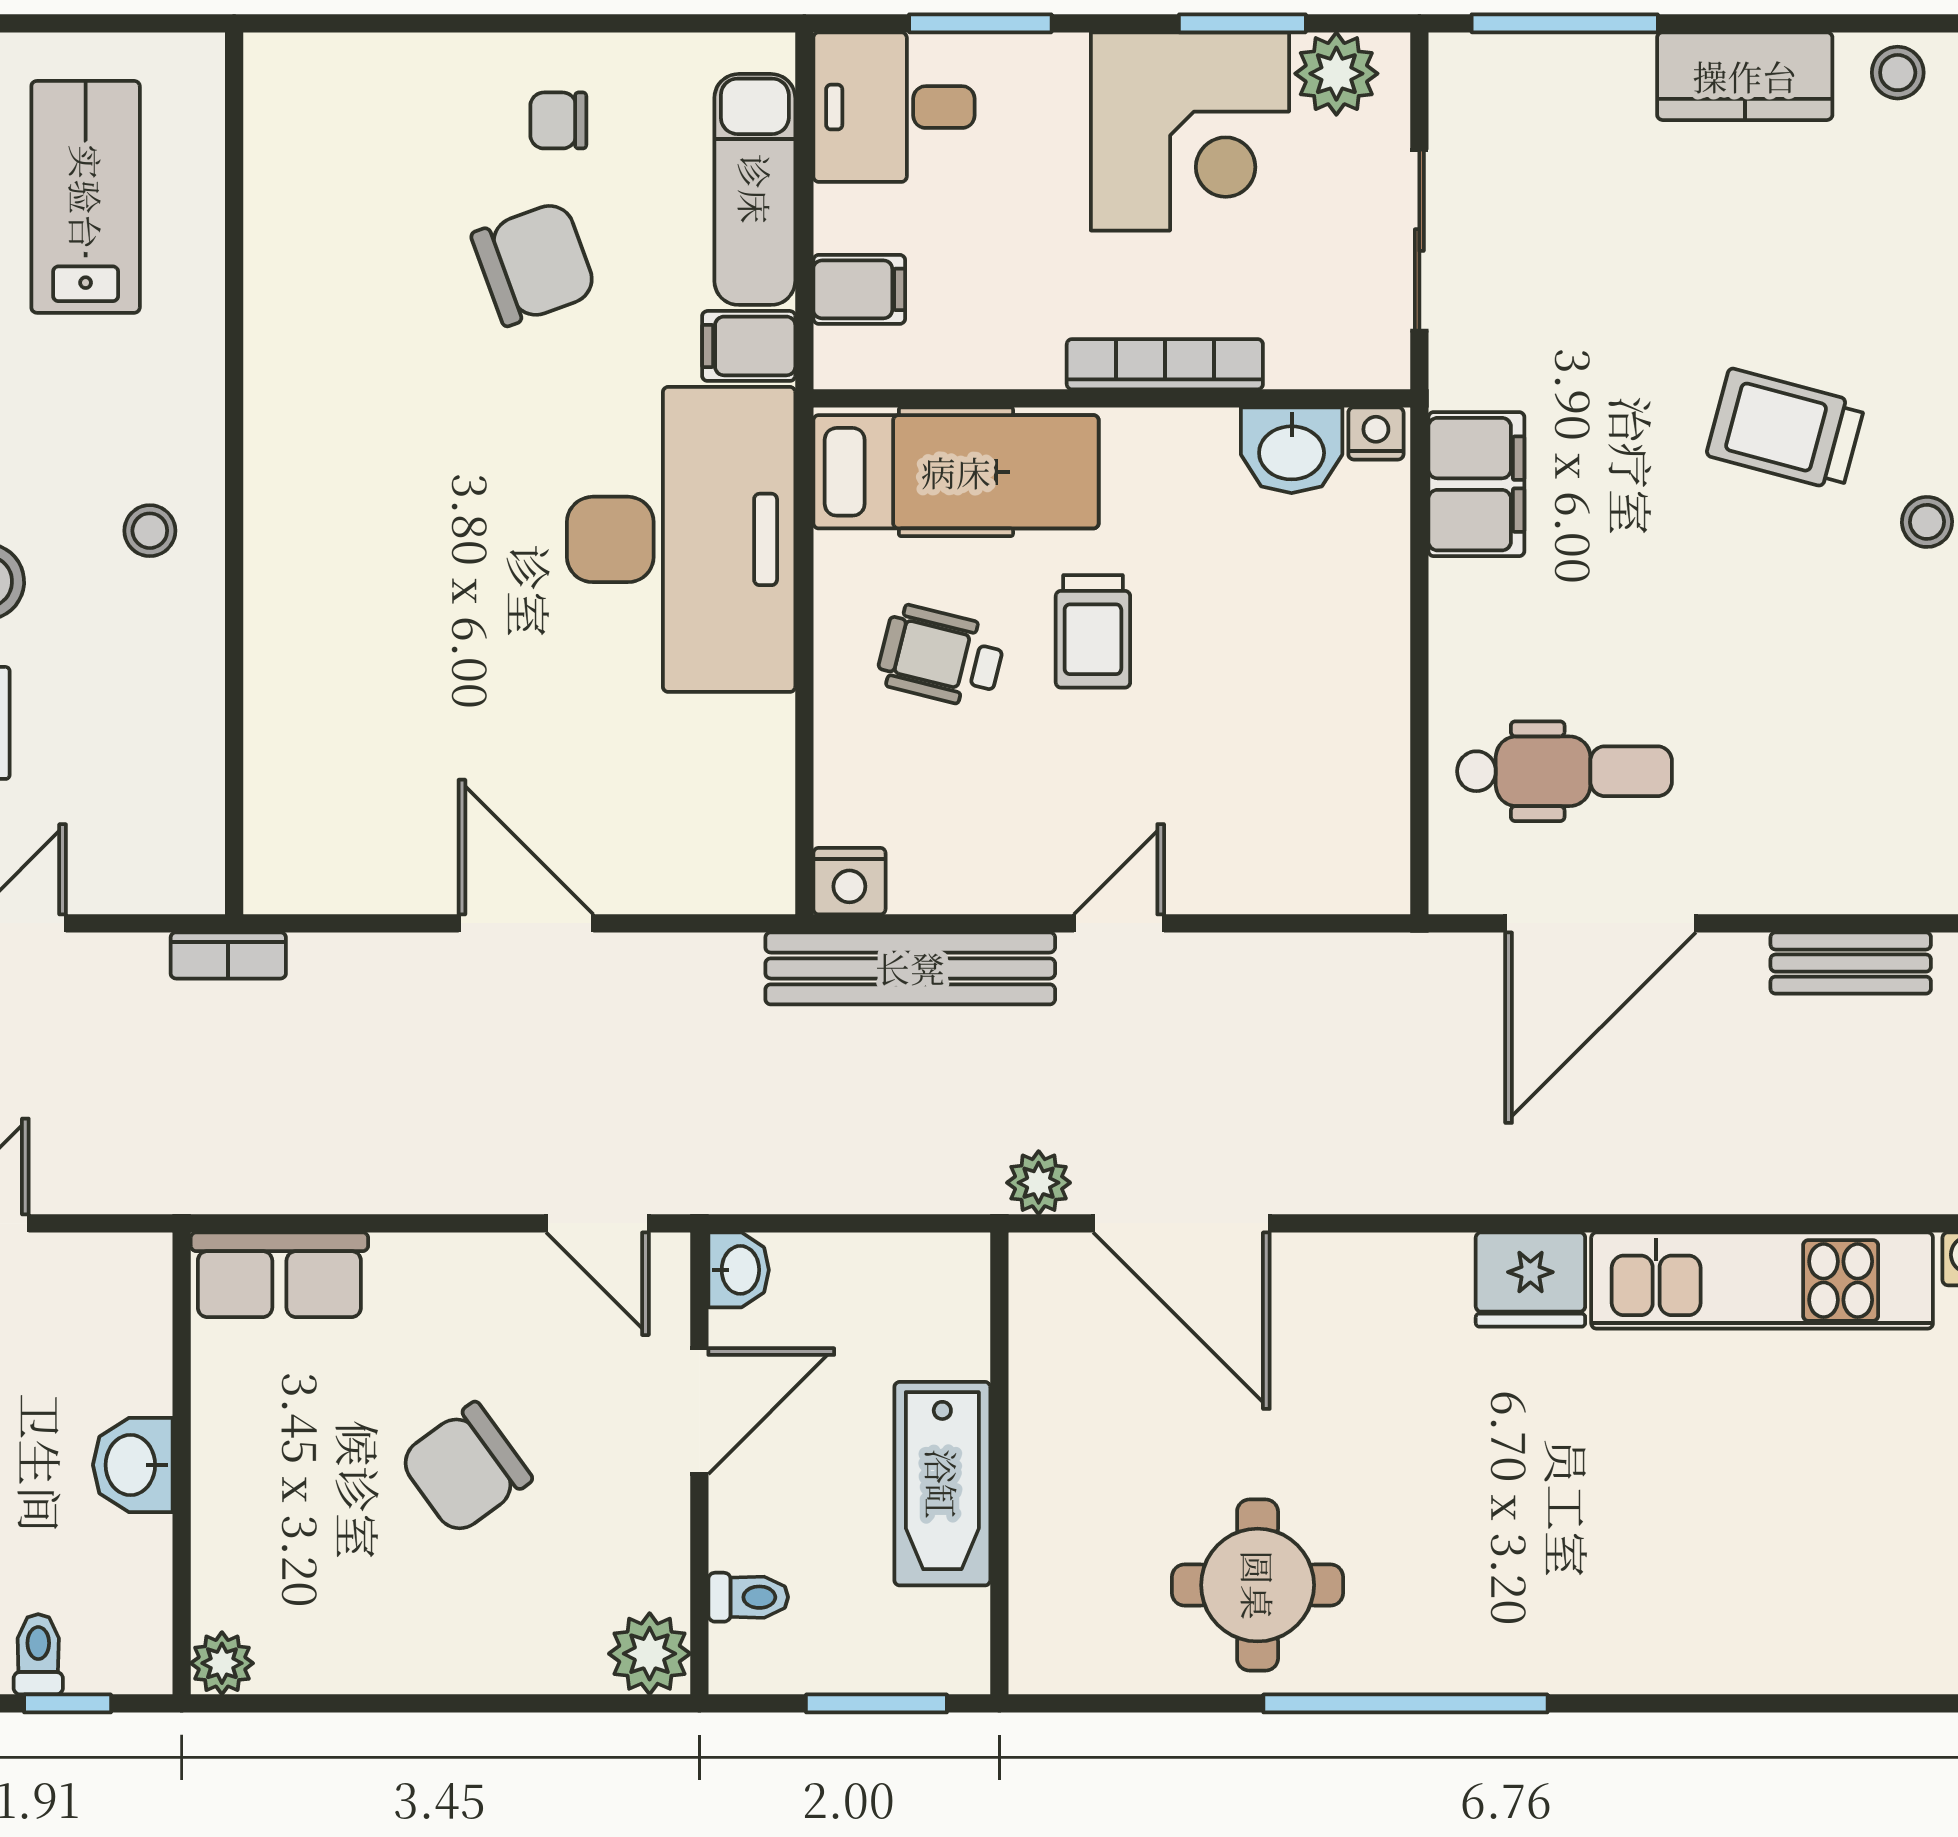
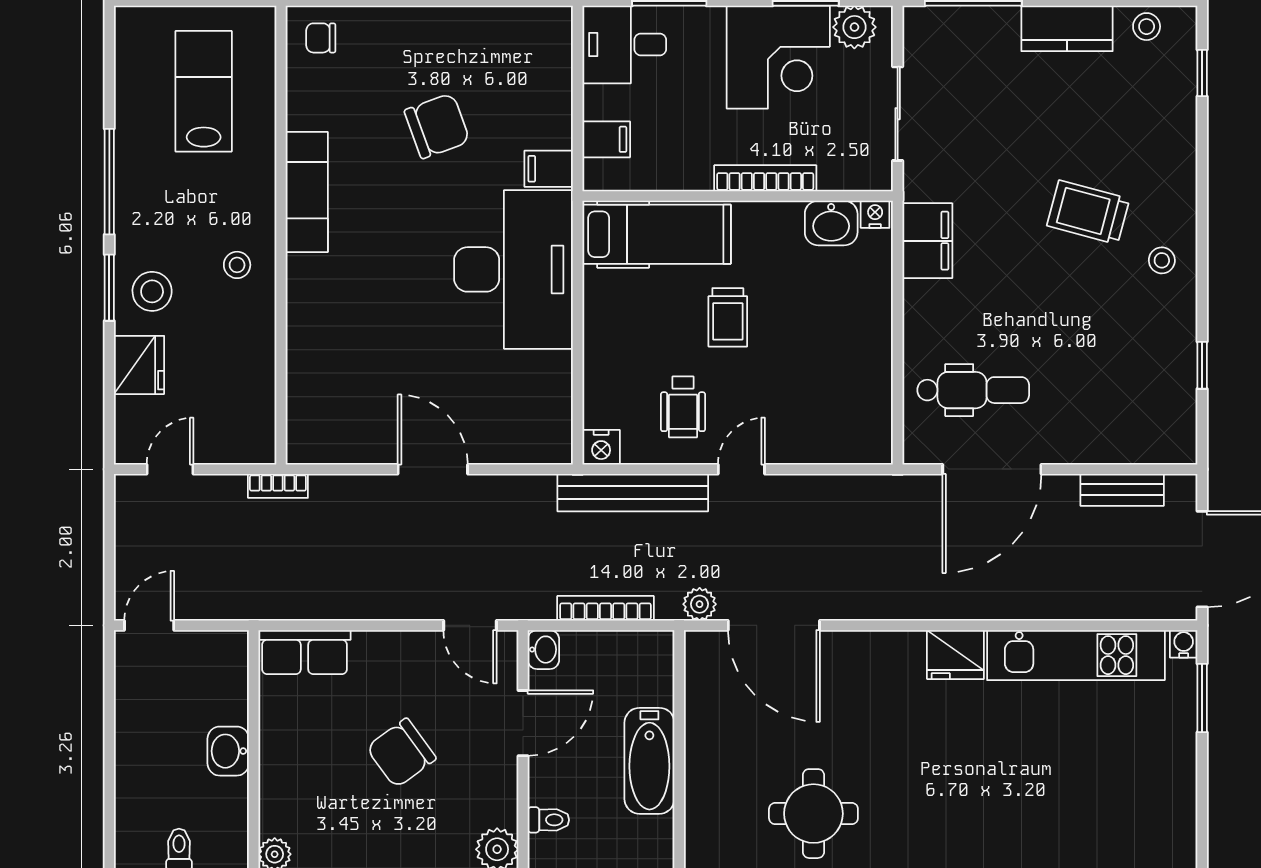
chair: (558, 120) -> (321, 38), moved
exam couch: (755, 189) -> (307, 192), moved, turned 180
wheelchair: (941, 656) -> (683, 407), moved, turned -104
bookcase: (858, 1191) -> (605, 608), added

